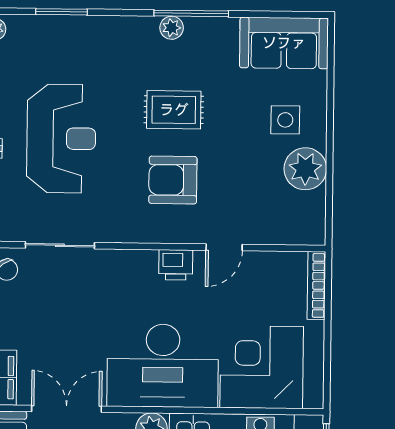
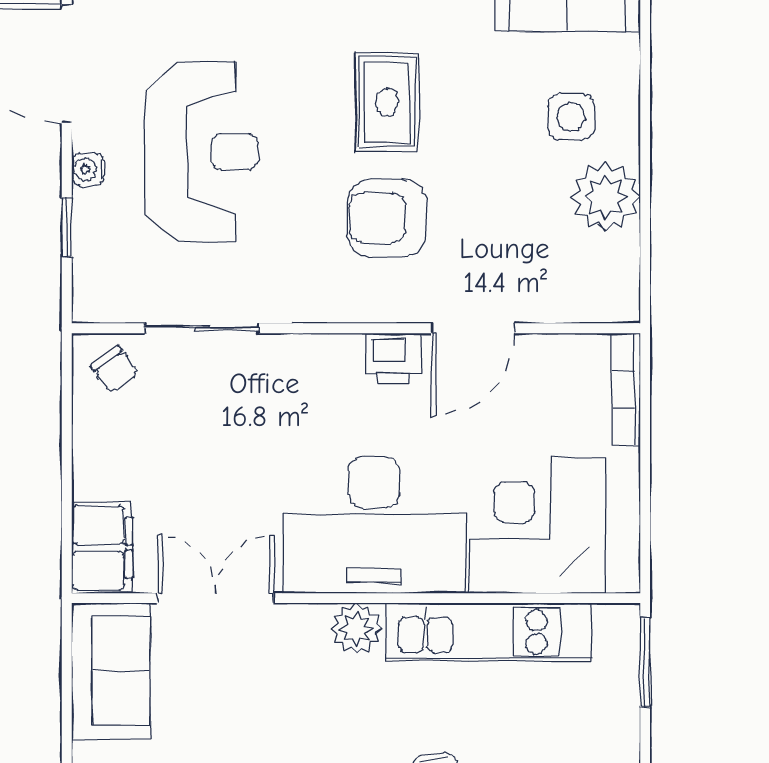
rug: (174, 110) -> (387, 102), turned 90
door: (224, 247) -> (473, 328), width x1.38

